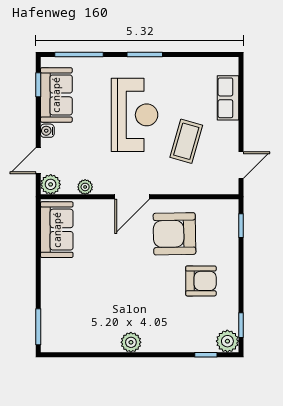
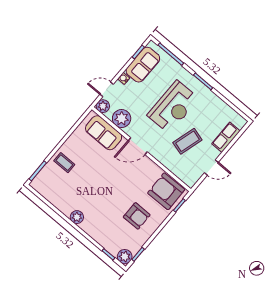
door: (241, 165) -> (211, 168), moved
plant: (85, 187) -> (122, 118), width x1.88, depth x1.88
sofa: (57, 230) -> (104, 133), moved, turned 90
armchair: (174, 234) -> (166, 191), moved
coffee table: (61, 290) -> (64, 163), added

